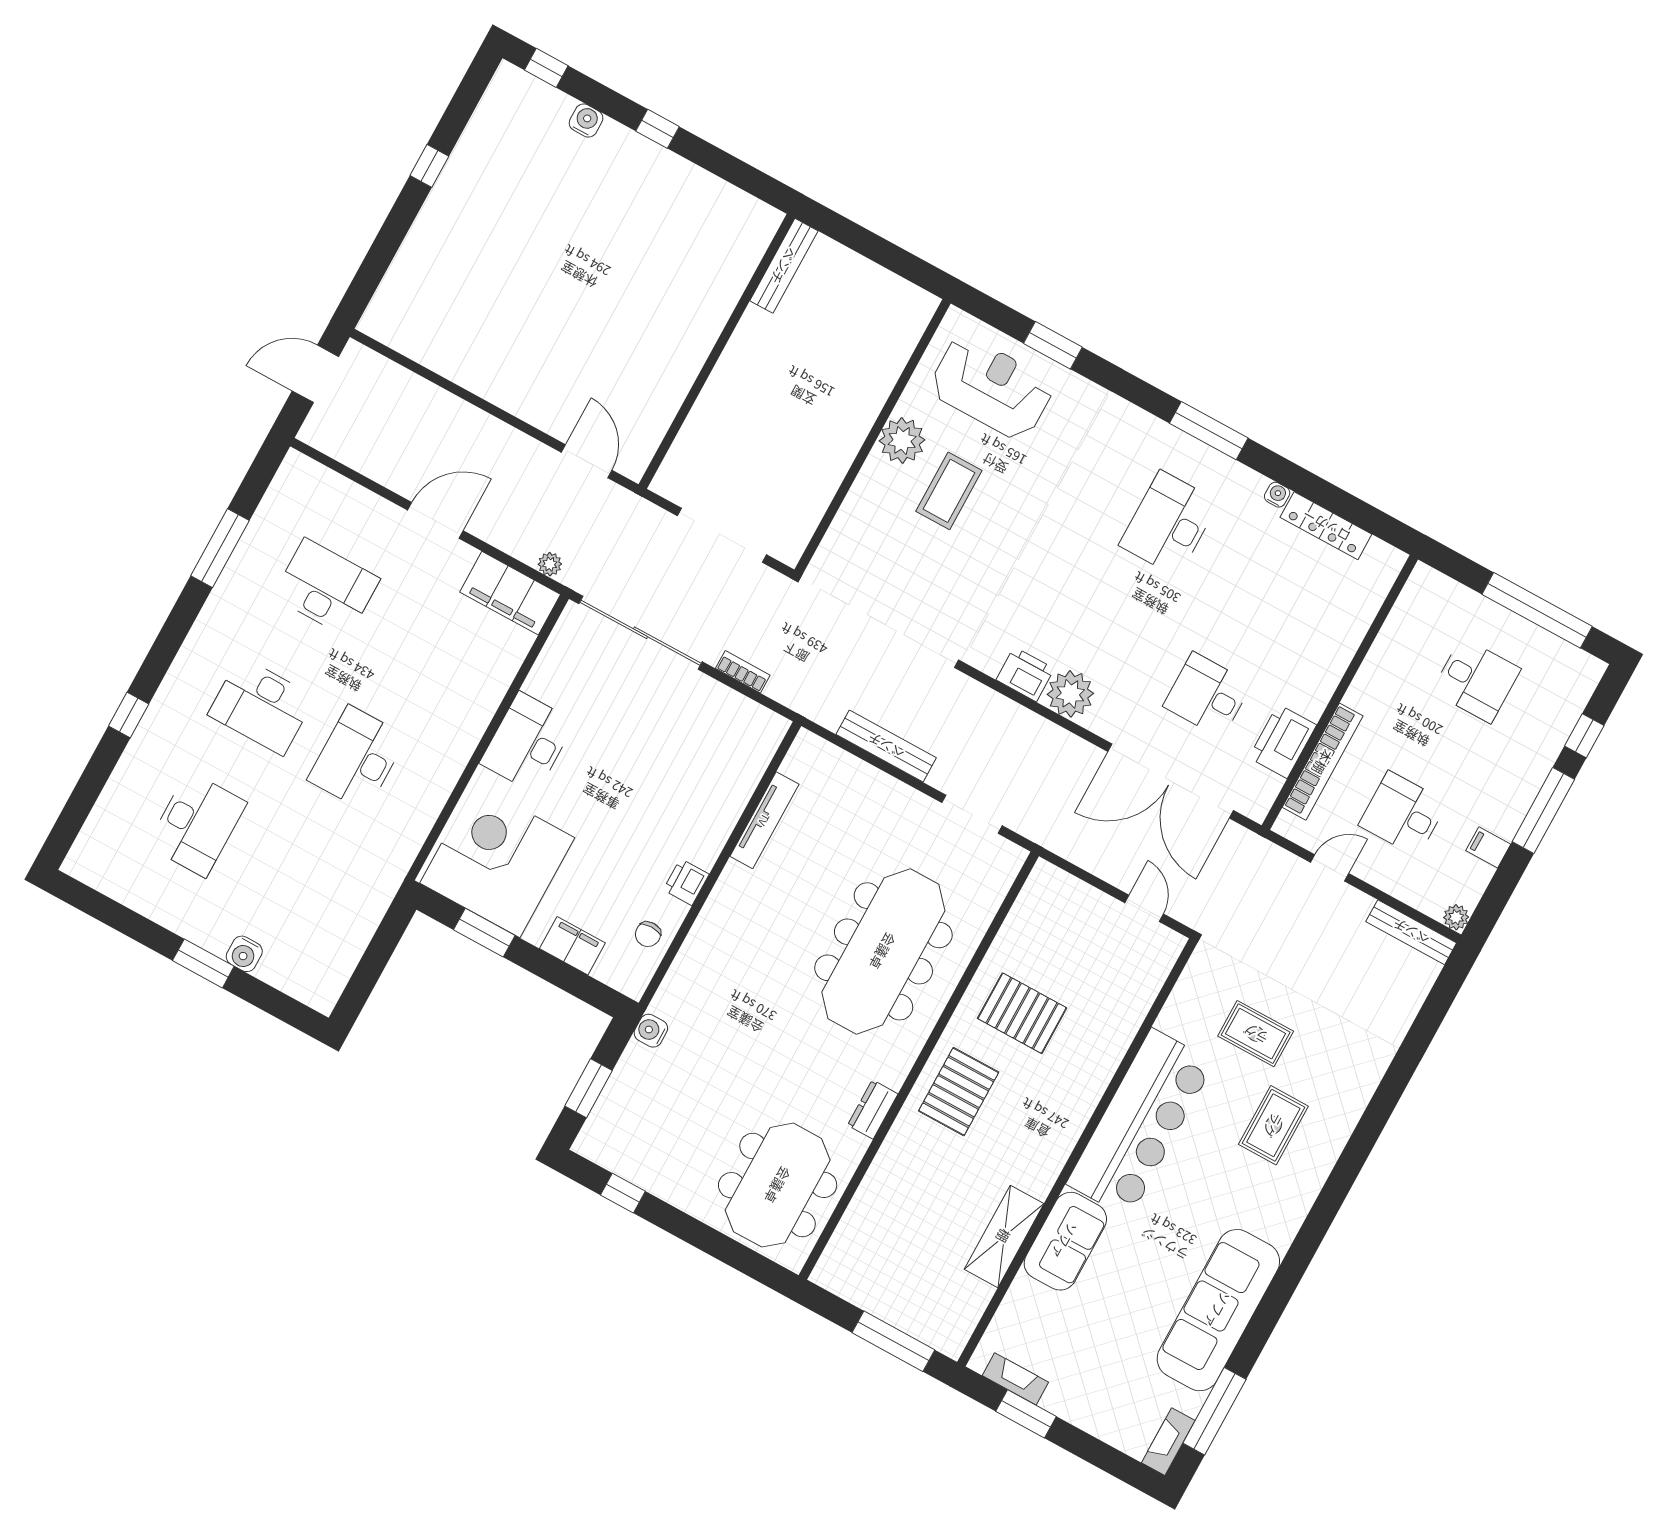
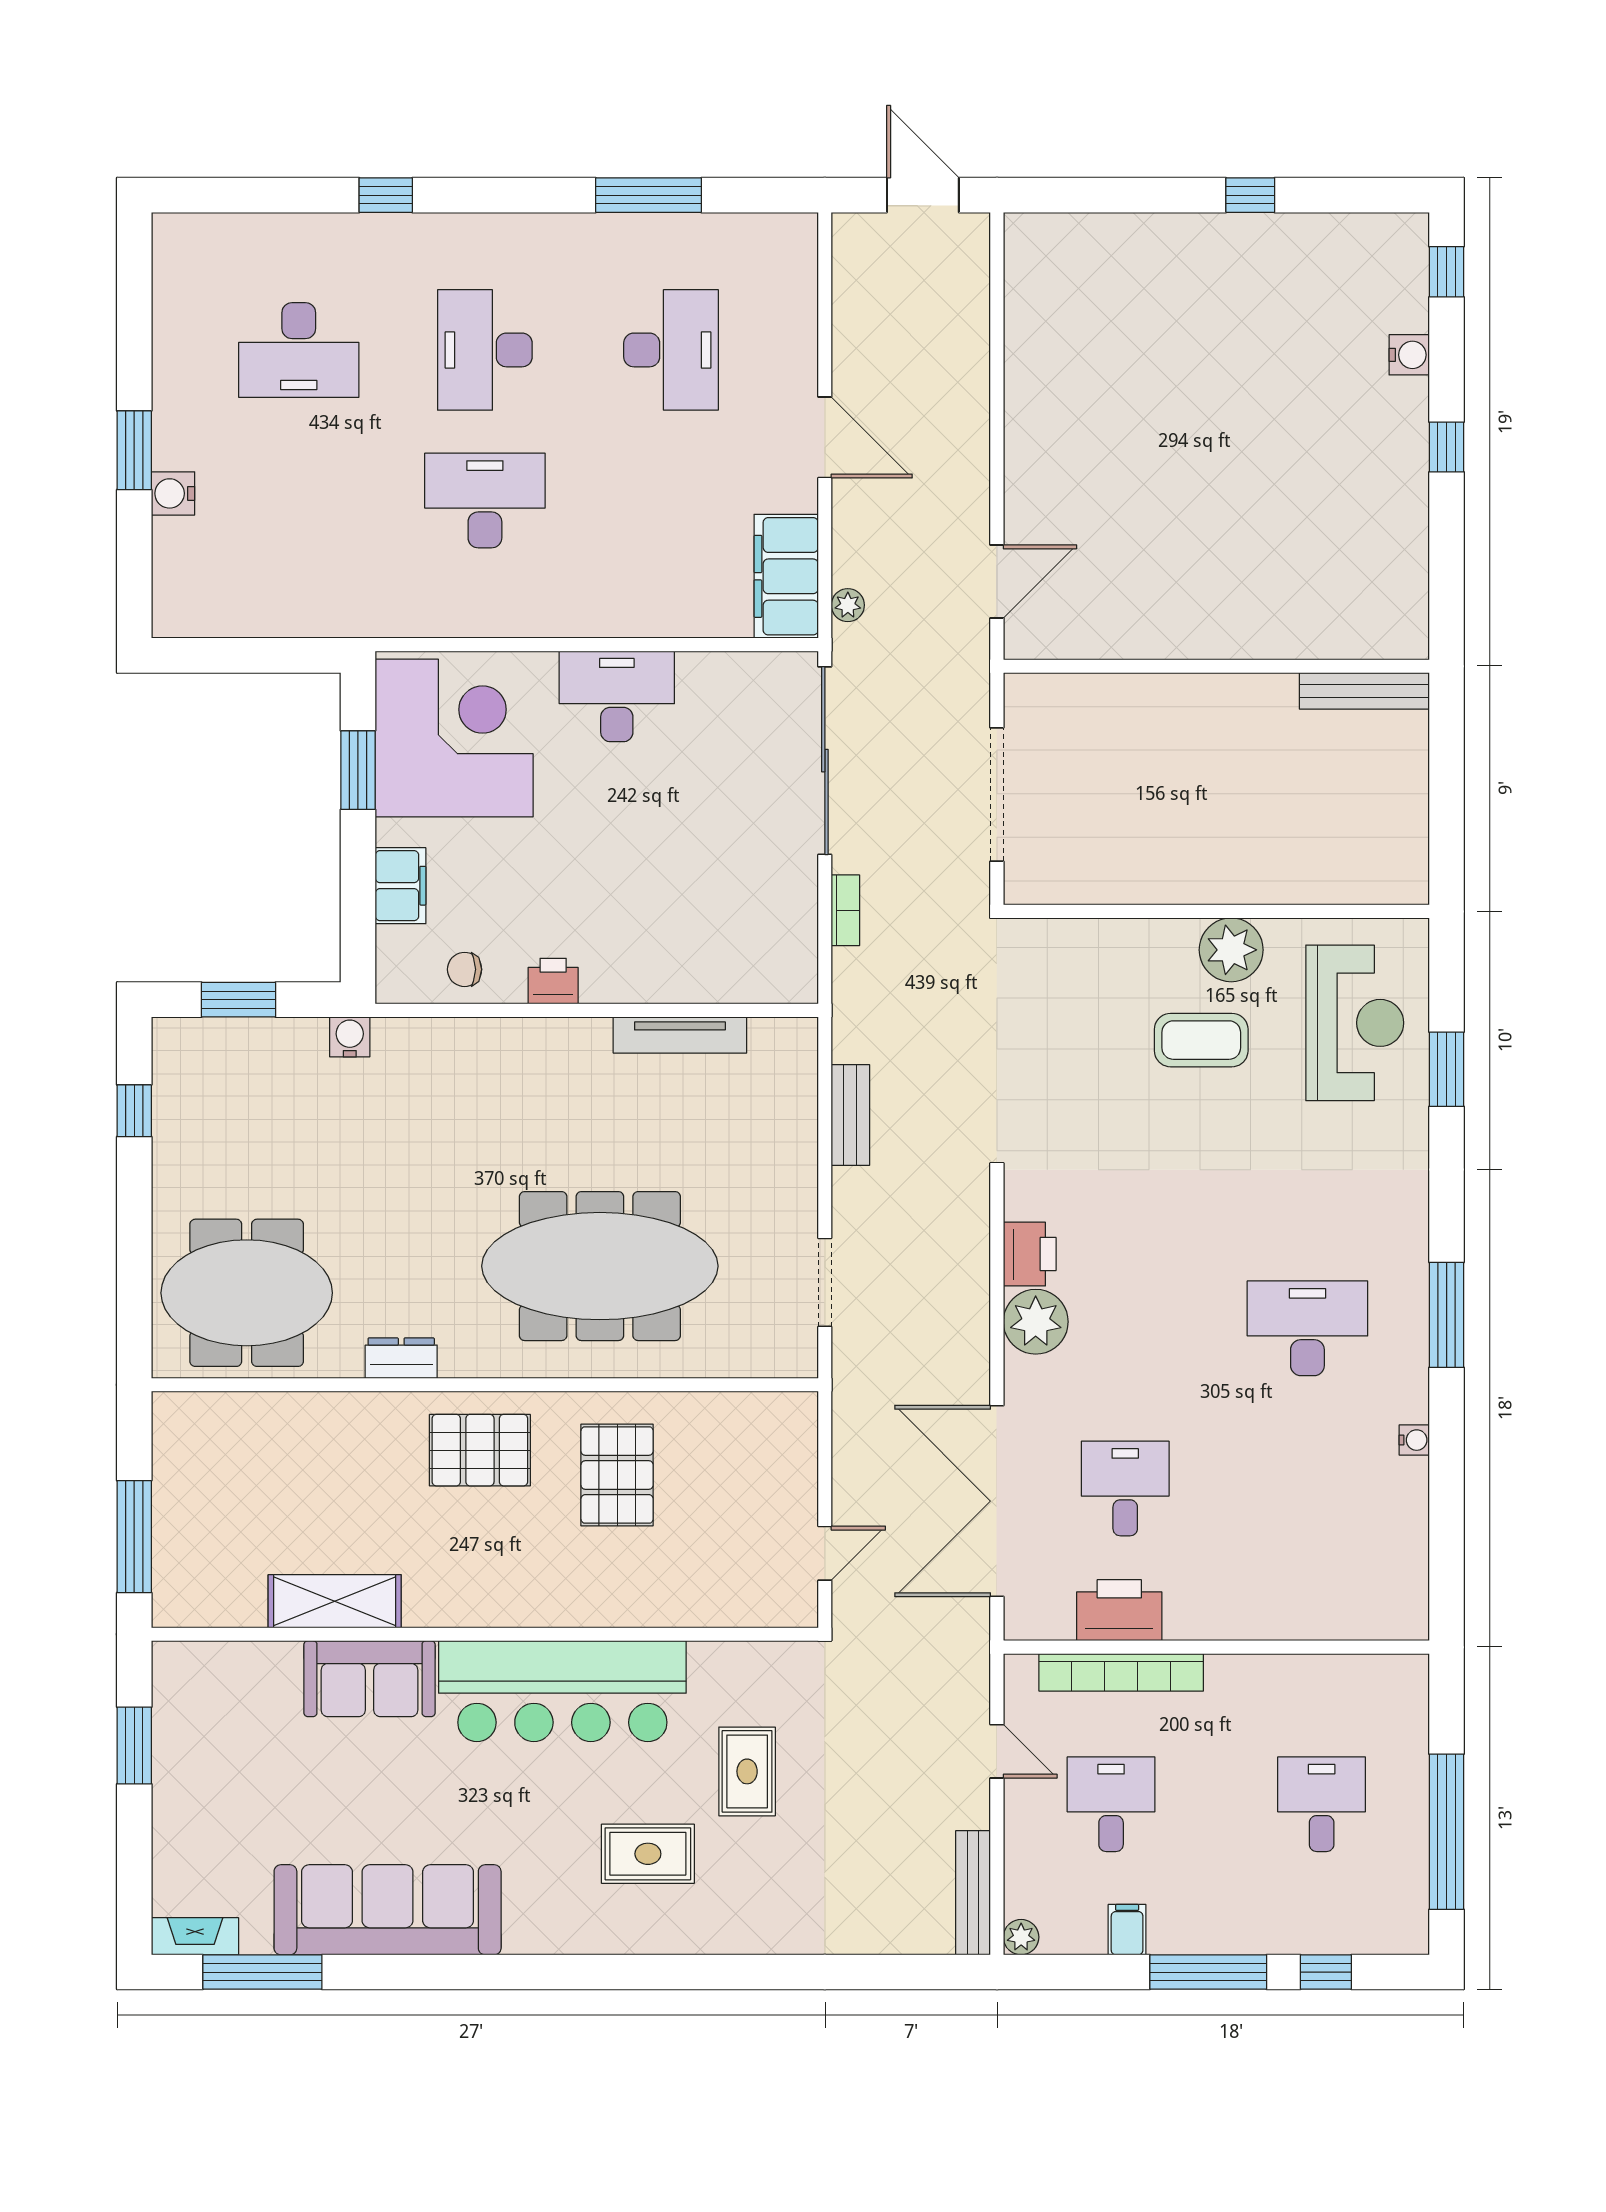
locker: (1326, 526) -> (1409, 1520), removed
desk: (1476, 680) -> (1322, 1804), turned 180
bench: (886, 746) -> (850, 1115), width x0.73
fireplace: (1015, 1379) -> (170, 1709), removed

